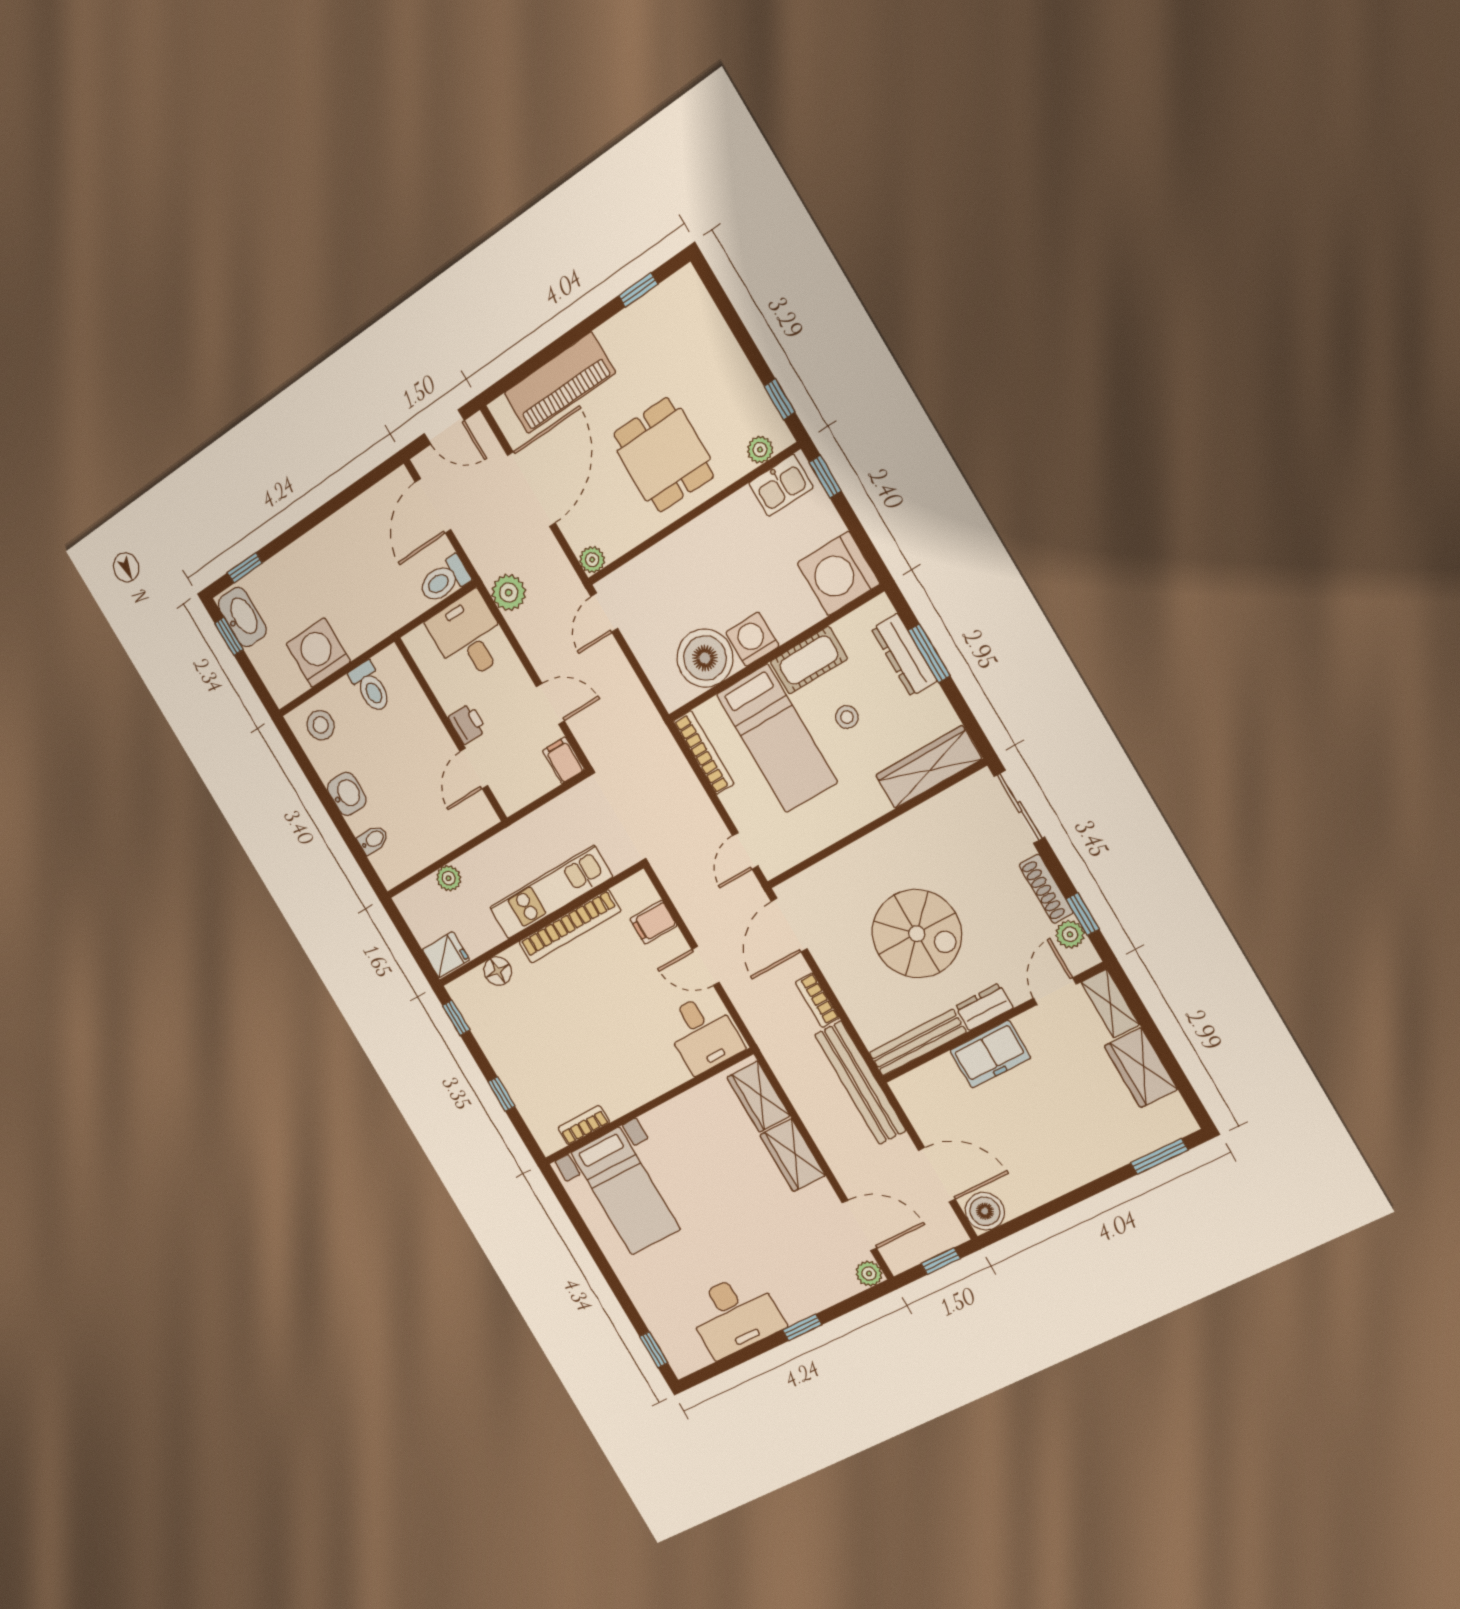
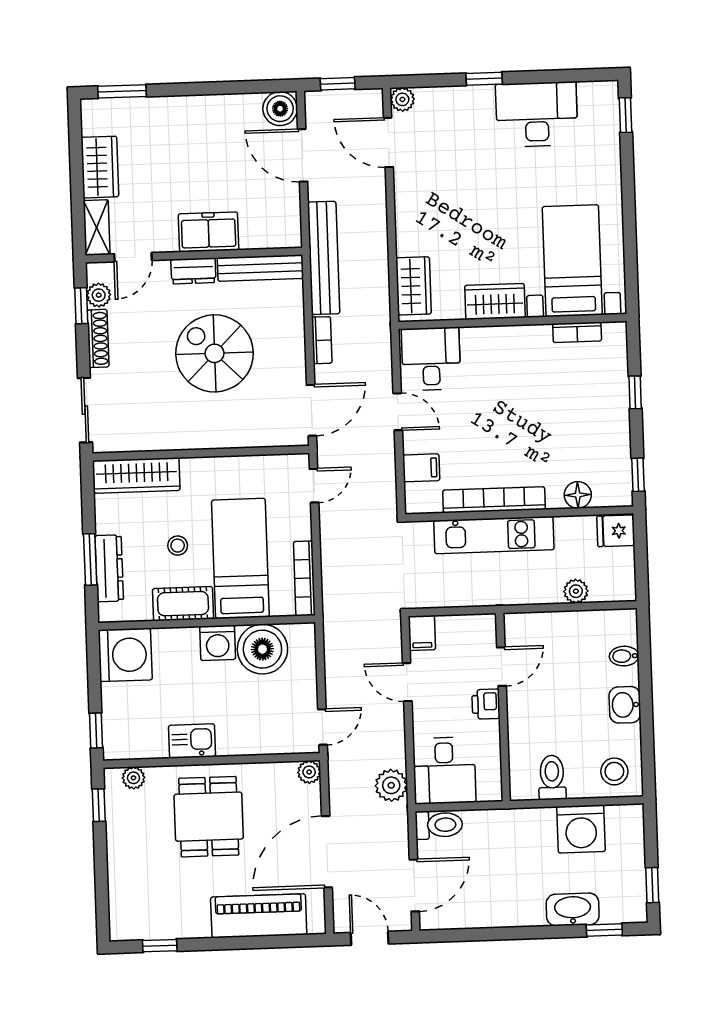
kitchen sink: (781, 485) -> (192, 741), moved
washbasin: (242, 617) -> (573, 909), moved, turned 90
wardrobe: (793, 1155) -> (495, 301), moved, turned -90

